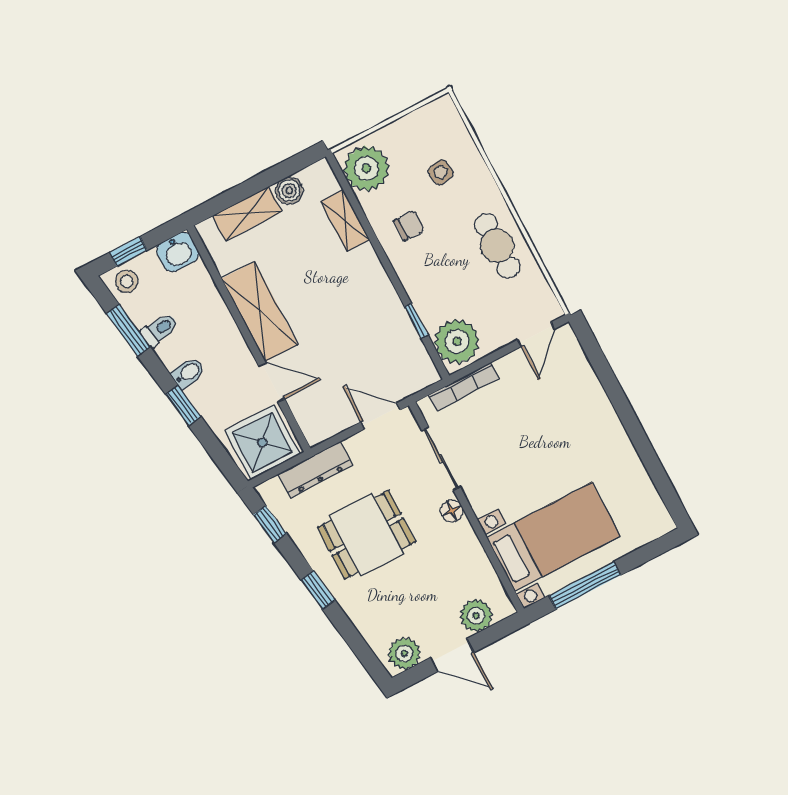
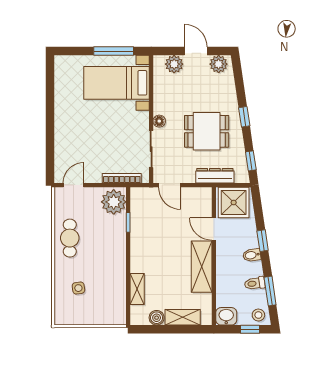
plant: (366, 168) -> (113, 309), removed
chair: (409, 225) -> (107, 270), removed

